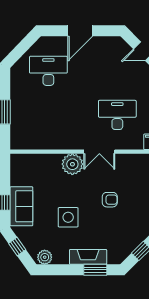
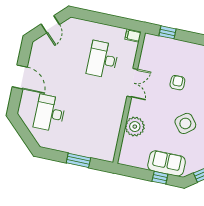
plant: (72, 164) -> (135, 127), moved
side table: (68, 217) -> (185, 123), turned -38

